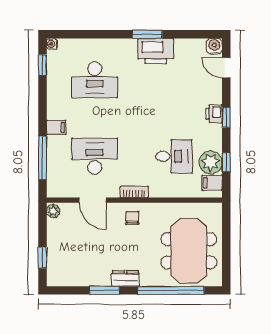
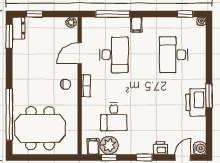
printer: (214, 114) -> (160, 148), moved
dresser: (125, 278) -> (19, 28), moved
window: (104, 290) -> (9, 36), moved

